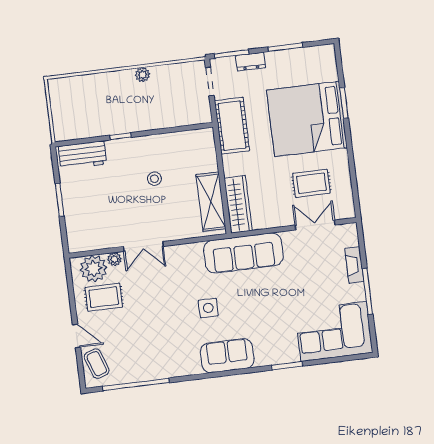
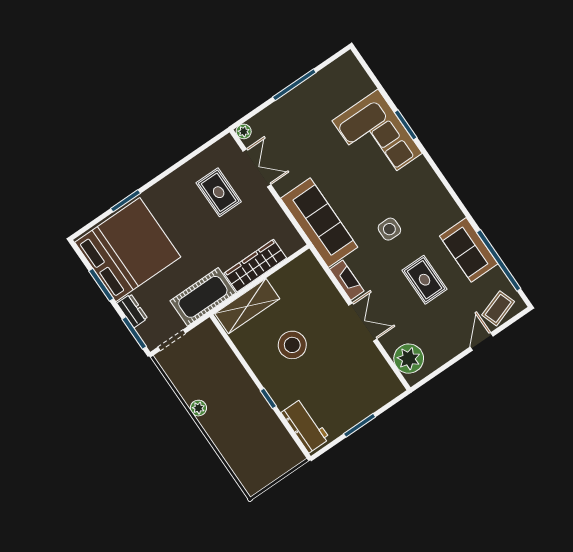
bed: (307, 119) -> (128, 250), moved, turned -90
stool: (154, 179) -> (292, 345), width x1.89, depth x1.89
shelving: (211, 202) -> (247, 306), moved
wardrobe: (238, 204) -> (255, 266), moved
double door: (315, 225) -> (257, 168), swing flipped
plant: (114, 259) -> (244, 131), moved
fireplace: (354, 265) -> (347, 280), moved, turned -90
rug: (104, 297) -> (425, 280), moved
corner sofa: (334, 332) -> (377, 137), moved
sofa: (227, 356) -> (469, 250), moved

